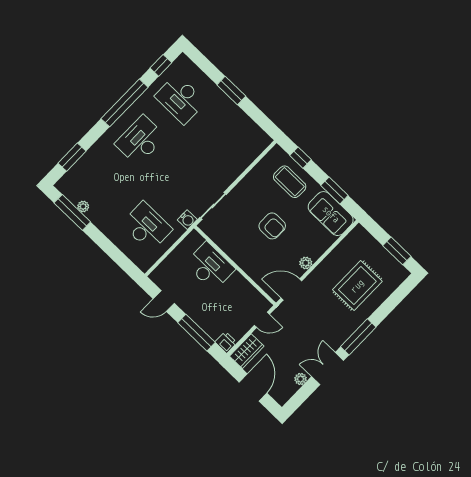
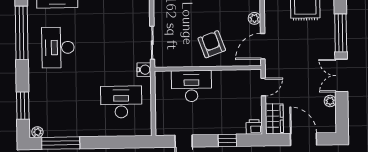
plant: (83, 206) -> (37, 132), moved
armchair: (272, 226) -> (212, 44), moved, turned -110
window: (196, 333) -> (227, 140), width x0.46

